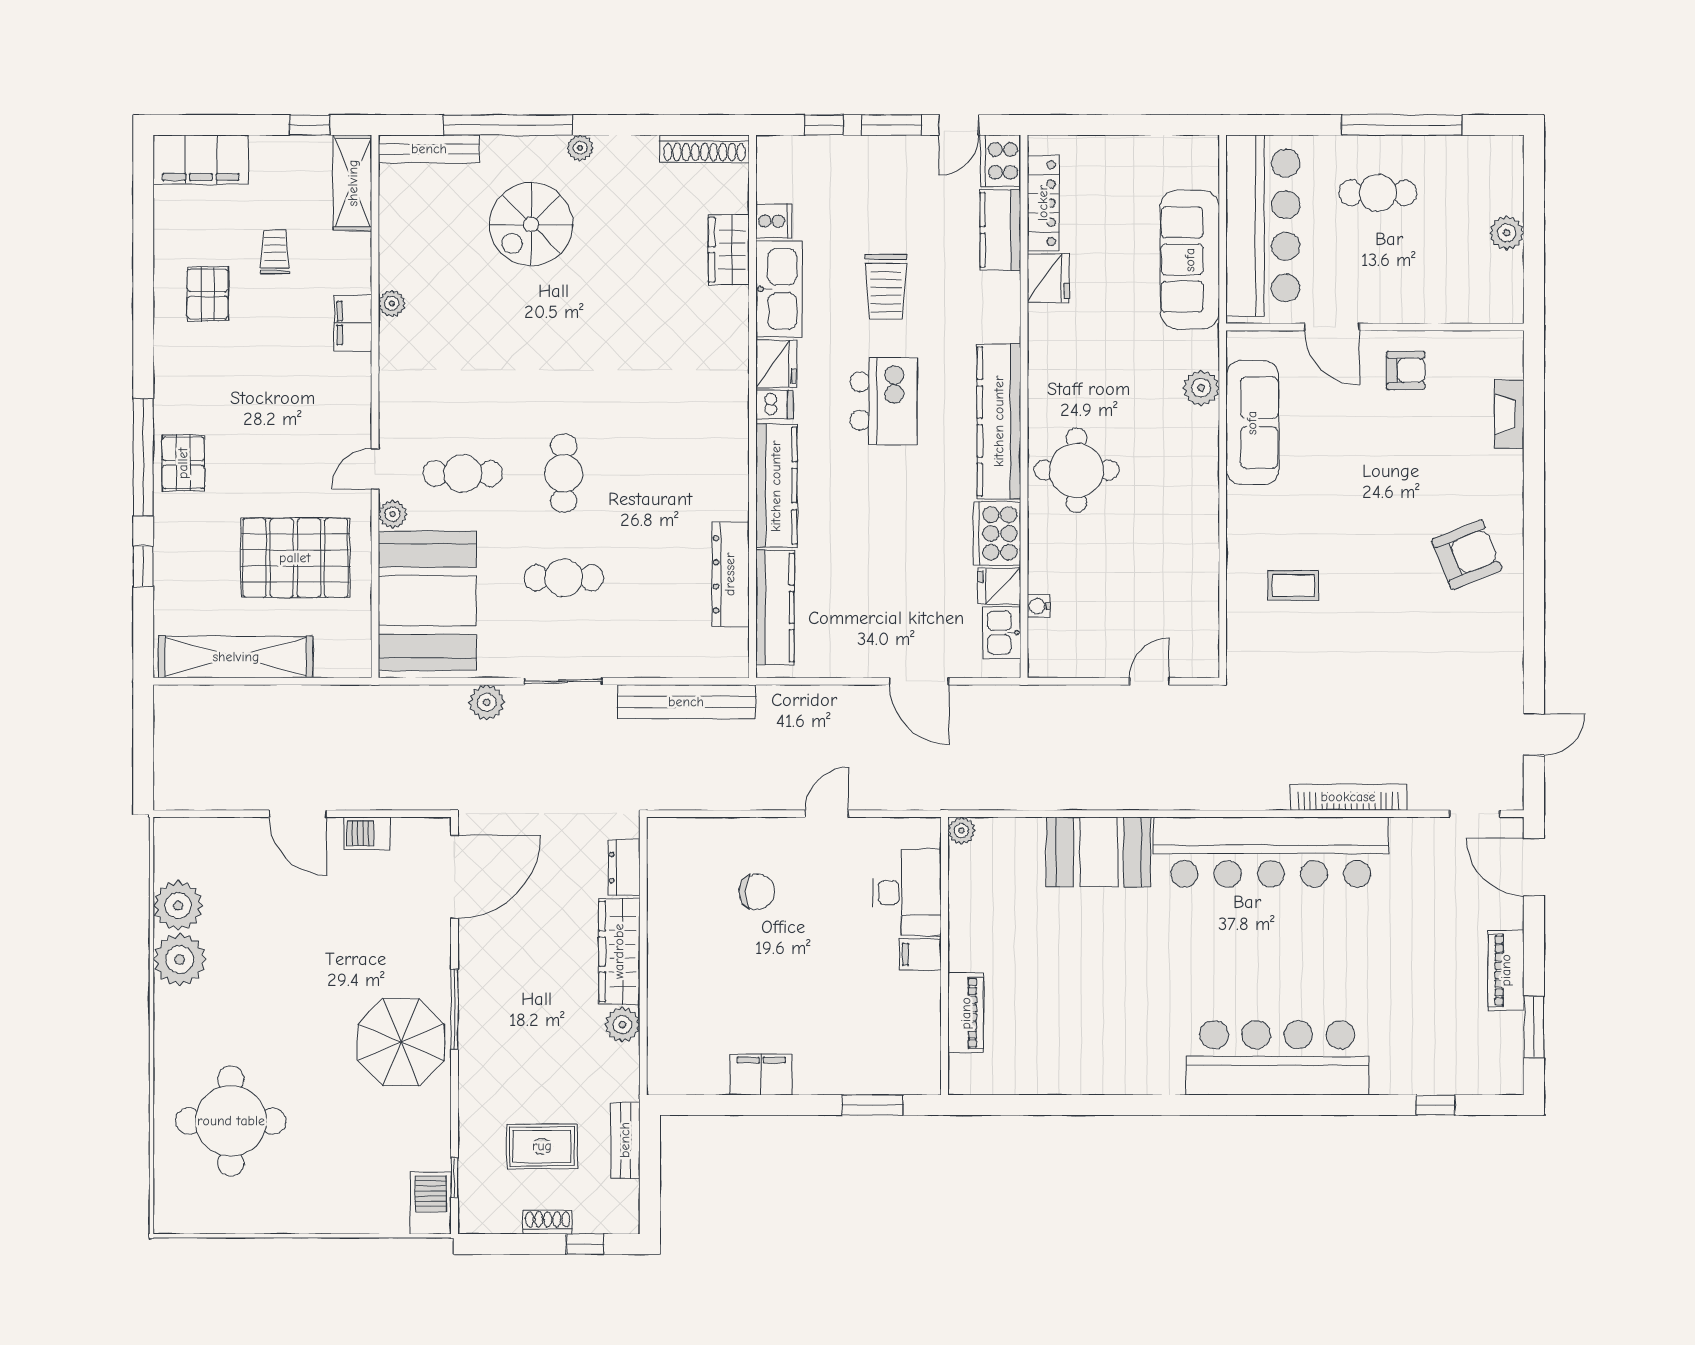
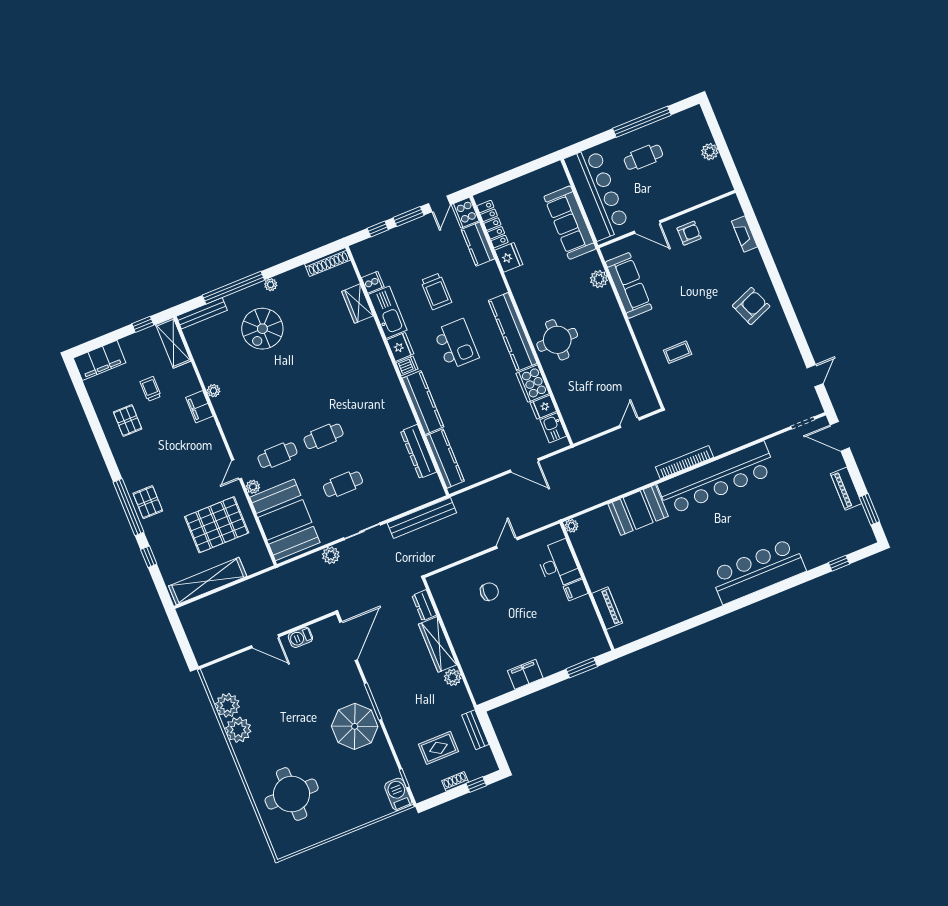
cafe table: (564, 473) -> (324, 436), turned 90
water cooler: (1039, 606) -> (565, 409), removed
bookcase: (1348, 797) -> (684, 462), moved

